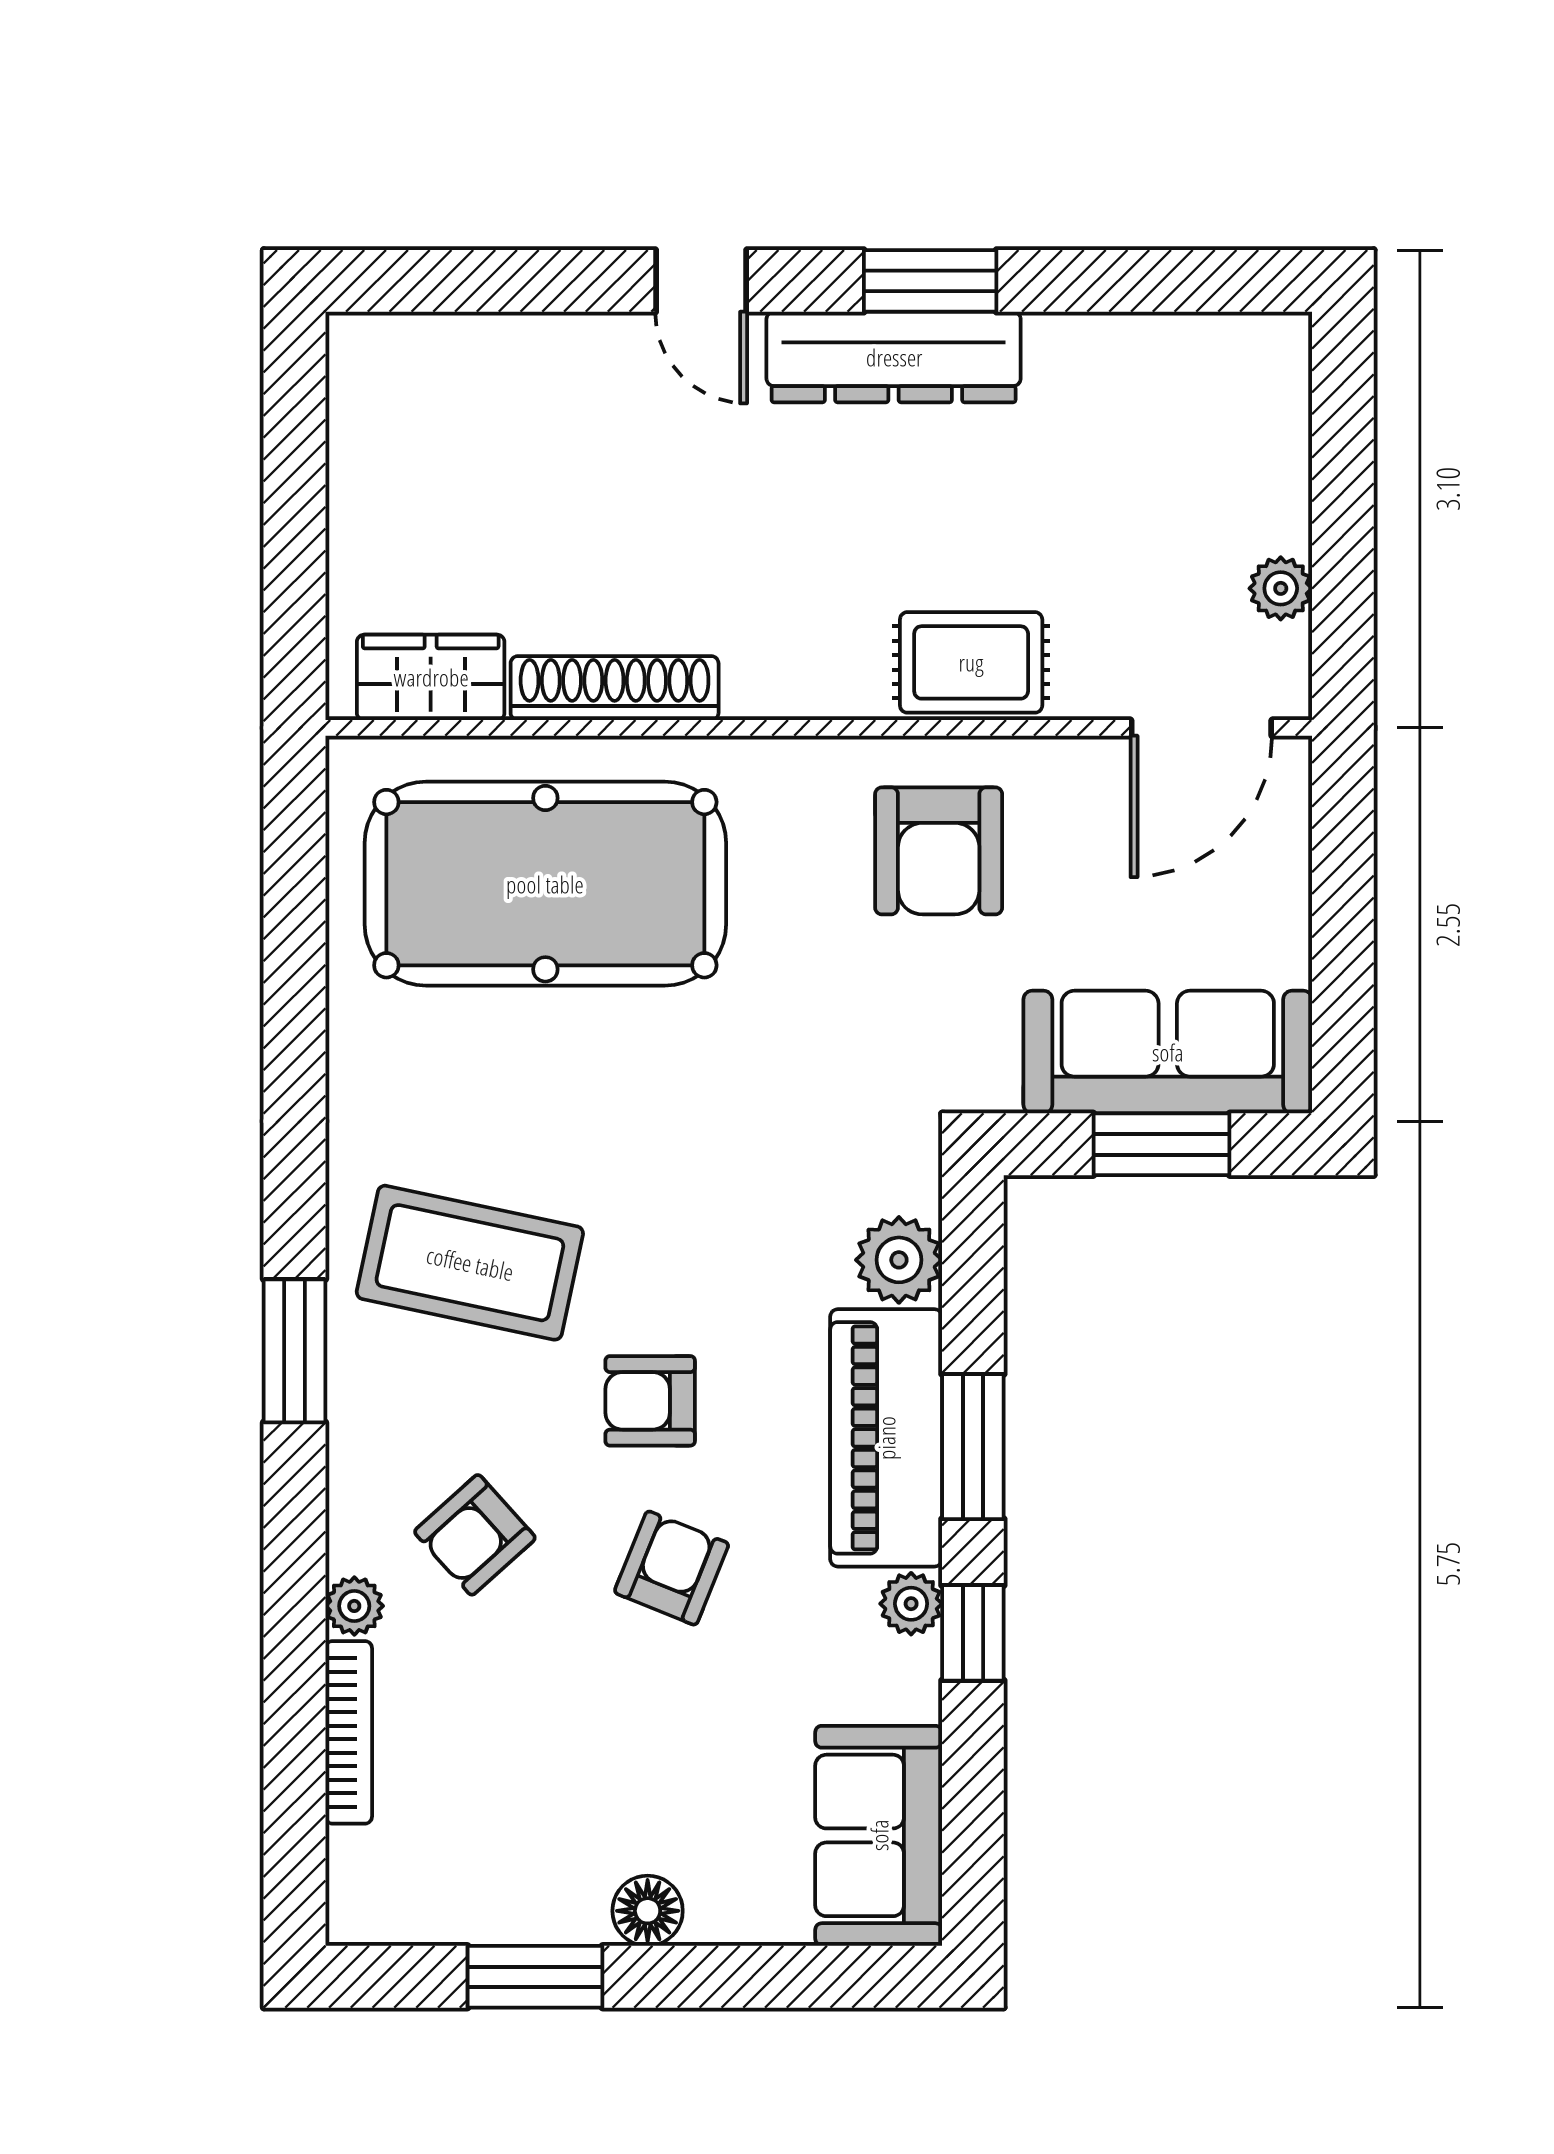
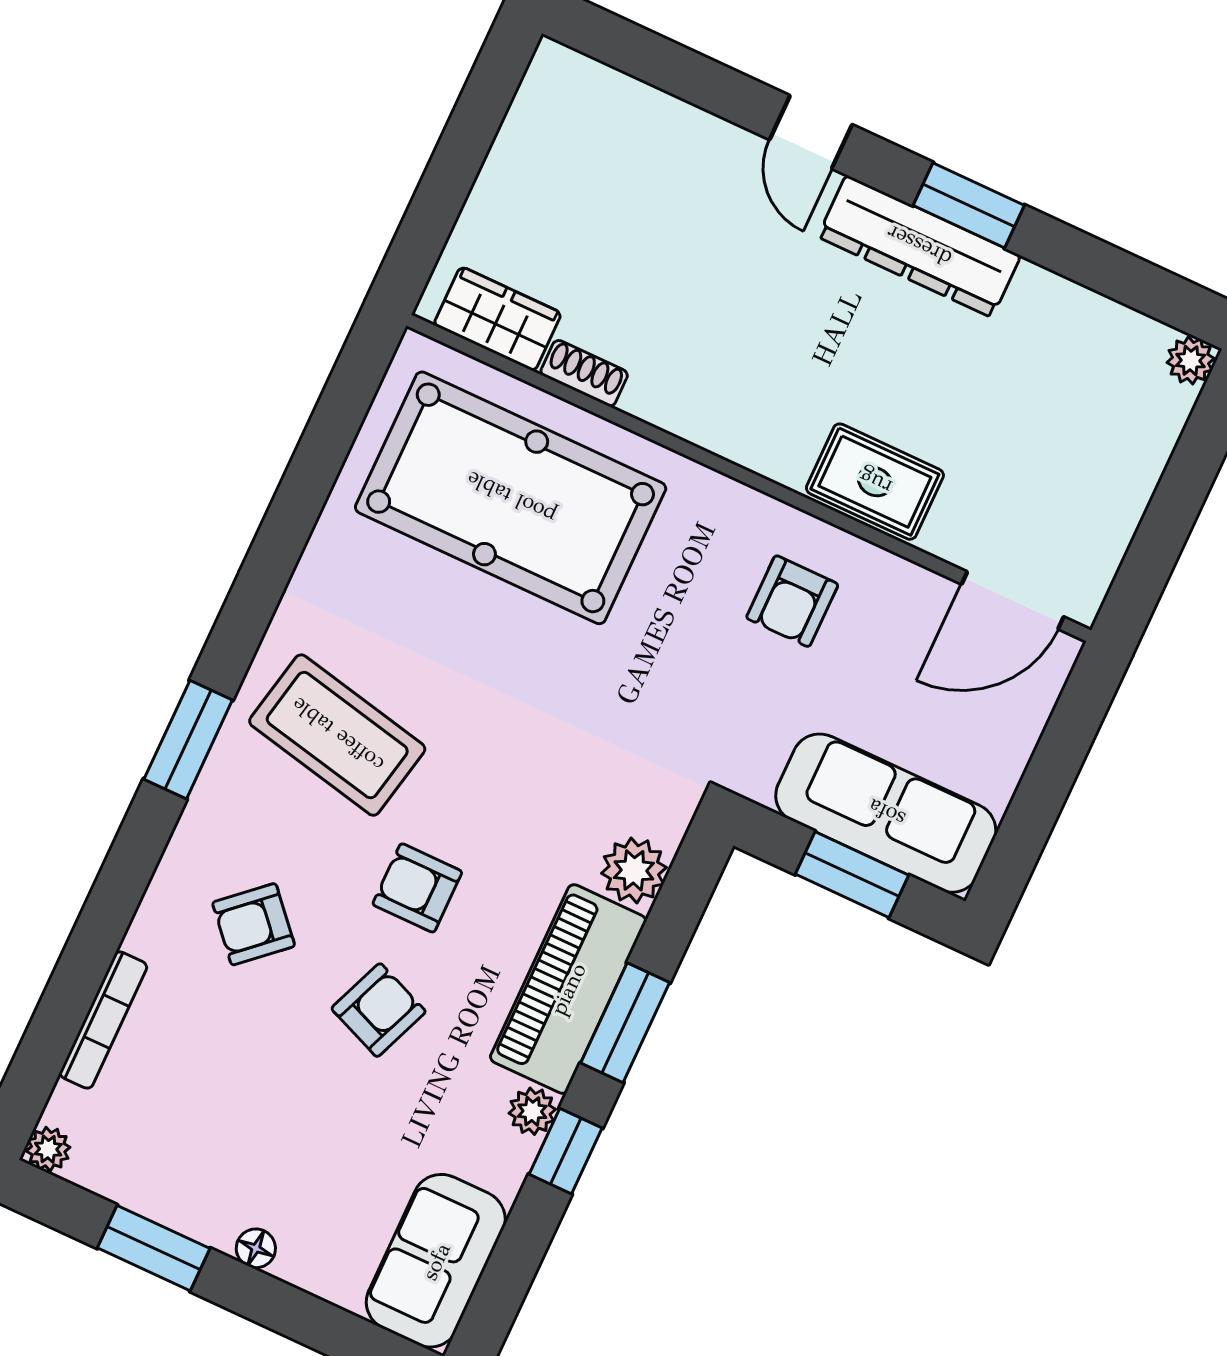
plant: (1281, 588) -> (1191, 360), moved
shoe rack: (615, 688) -> (584, 373), width x0.51, depth x0.81
armchair: (939, 851) -> (792, 601), width x0.72, depth x0.72
plant: (354, 1606) -> (48, 1149), moved
floor lamp: (648, 1911) -> (256, 1248), width x0.73, depth x0.73

